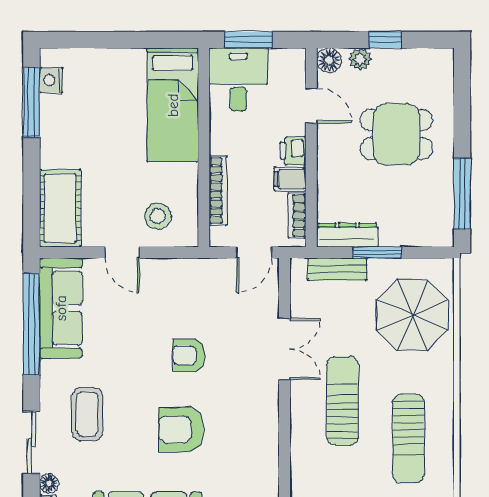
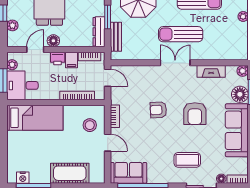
plant: (280, 58) -> (12, 65), added
floor lamp: (329, 60) -> (53, 41), moved
cot: (60, 208) -> (70, 173), moved
door: (122, 252) -> (108, 143), hinge flipped
bookcase: (176, 267) -> (115, 116), added
sofa: (61, 308) -> (128, 173), width x0.73
double door: (284, 349) -> (175, 63), moved
armchair: (189, 355) -> (158, 110), turned 87
fireplace: (267, 463) -> (211, 71), added

